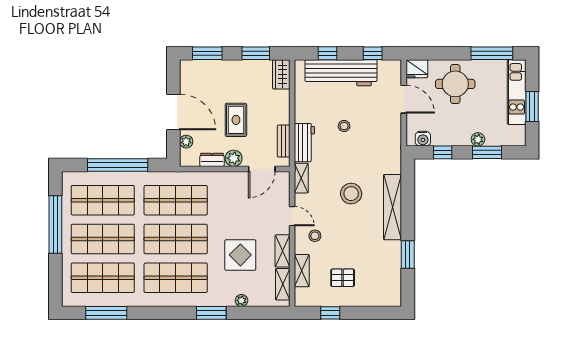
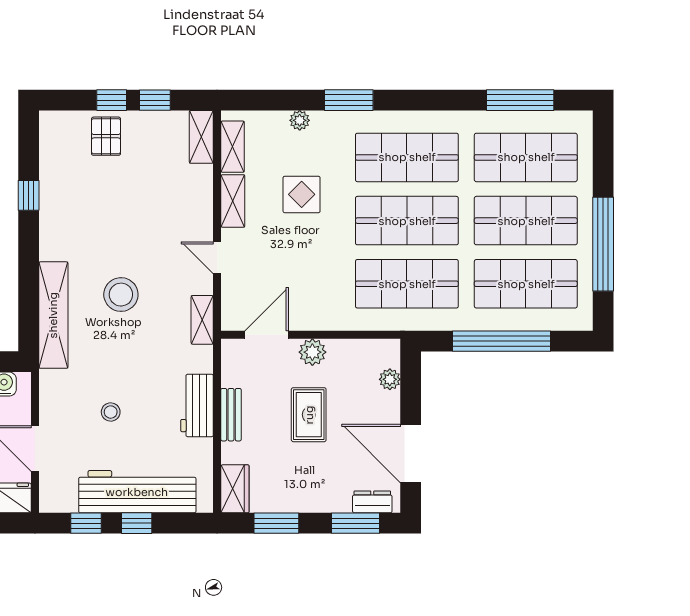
window: (328, 53) -> (137, 523), moved
door: (173, 112) -> (411, 454), moved
stool: (344, 126) -> (111, 412), moved
bench: (284, 141) -> (231, 415), moved
workbench: (304, 143) -> (197, 405), moved
dresser: (212, 160) -> (372, 502), moved, turned 180
shelving: (393, 207) -> (53, 315), moved
stool: (315, 236) -> (180, 226), removed
window: (408, 254) -> (29, 195), width x0.67
display table: (240, 255) -> (302, 194), width x0.73, depth x0.73
shelving: (302, 271) -> (201, 137), moved
pallet: (343, 278) -> (106, 136), moved, turned 90
window: (357, 313) -> (112, 100), added

